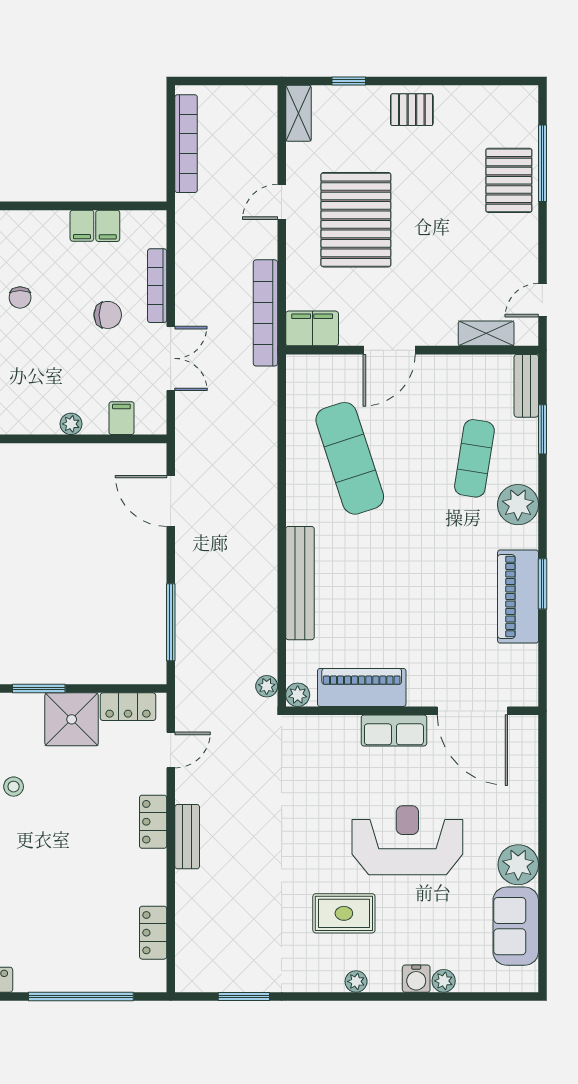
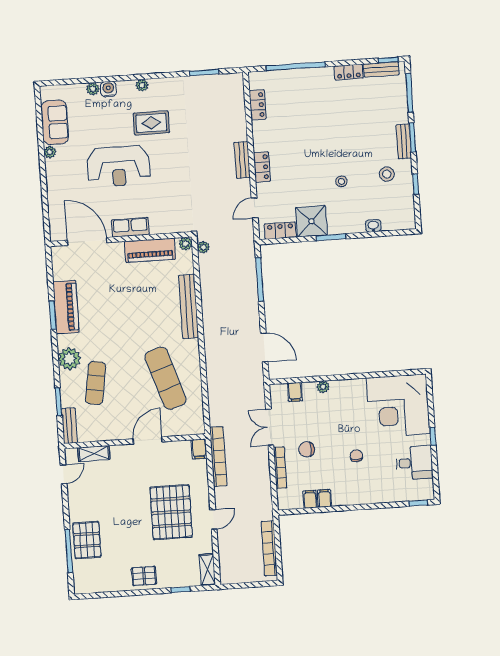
filing cabinet: (312, 328) -> (199, 449), width x0.50
plant: (518, 865) -> (50, 152), width x0.53, depth x0.53

